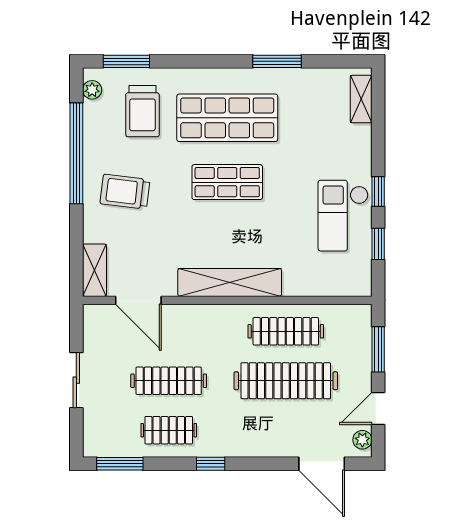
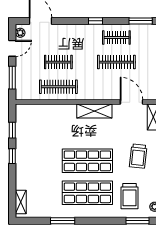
trolley: (142, 111) -> (129, 196), turned 180
shop shelf: (227, 182) -> (87, 161), width x1.43, depth x1.36
trolley: (125, 192) -> (138, 156), turned 89
checkout: (343, 216) -> (30, 144), removed
shelving: (230, 282) -> (94, 111), width x0.68
clothes rail: (286, 381) -> (58, 62), width x0.54, depth x0.76

